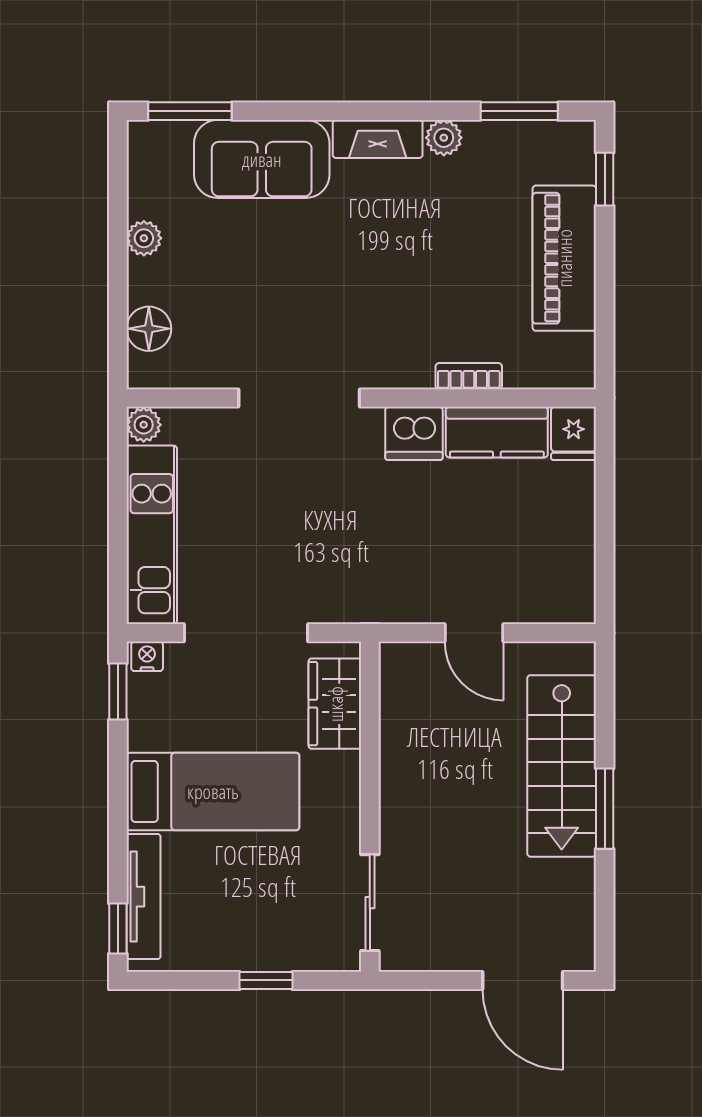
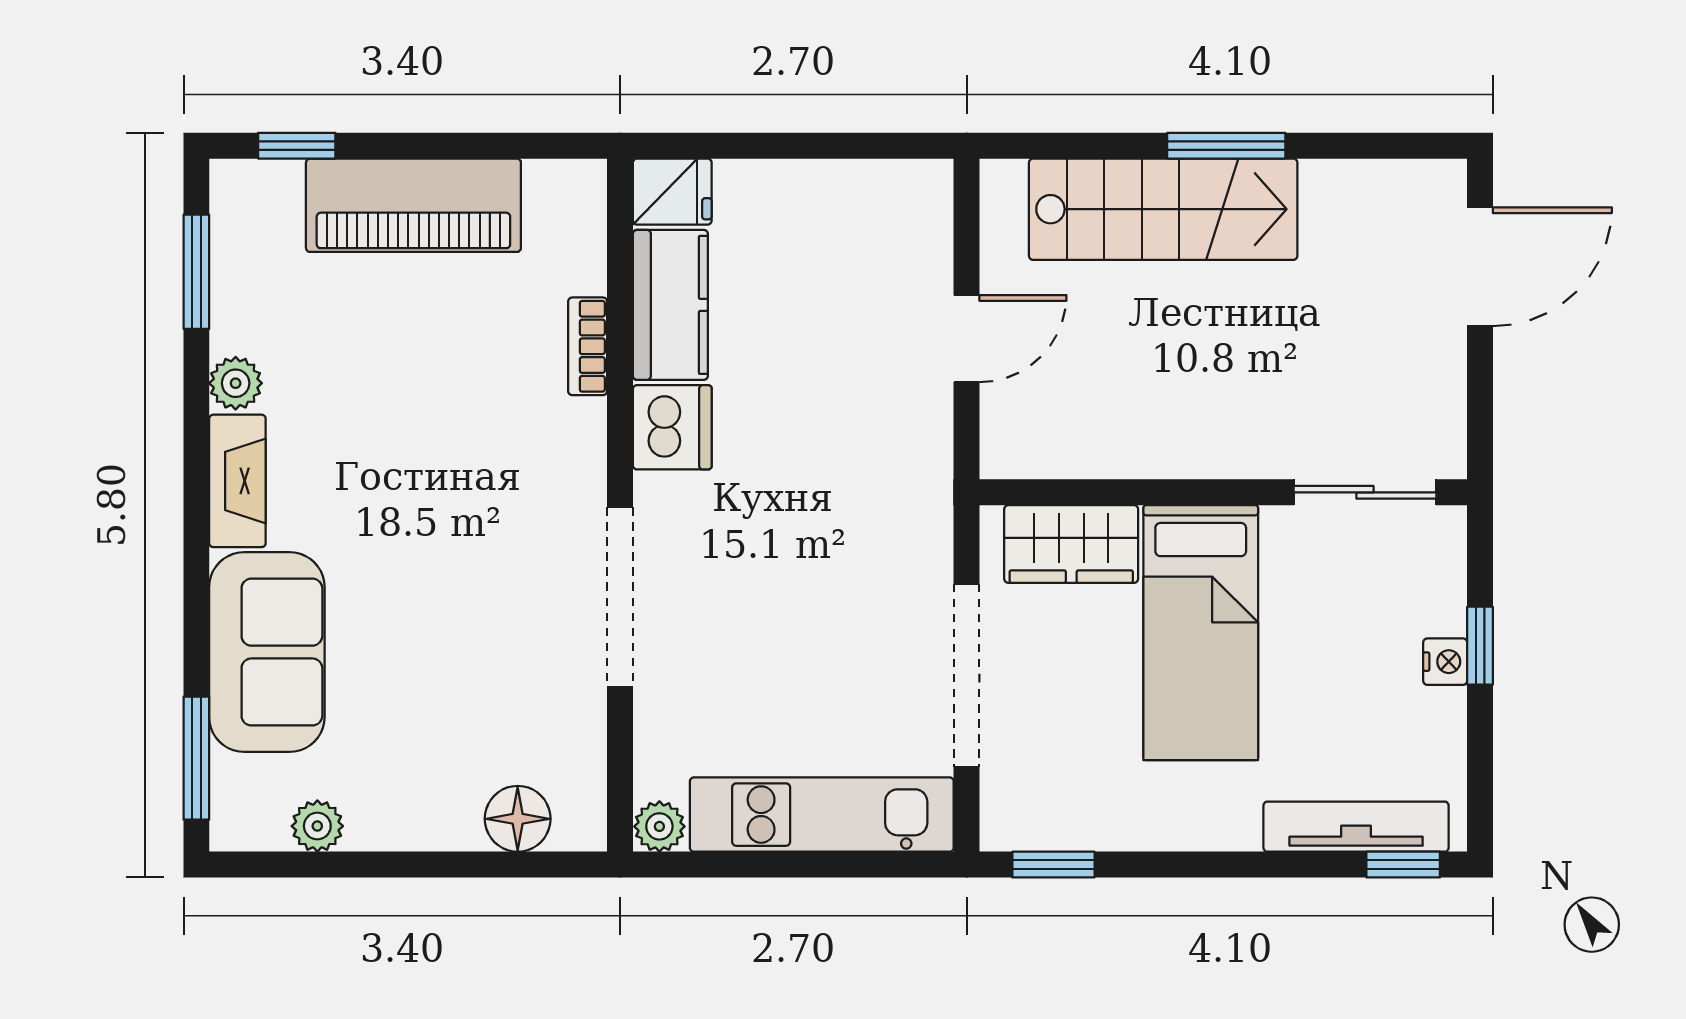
plant: (144, 238) -> (317, 826), moved
nightstand: (147, 656) -> (1445, 662), moved, turned 180
bed: (213, 791) -> (1201, 633), moved, turned 180

